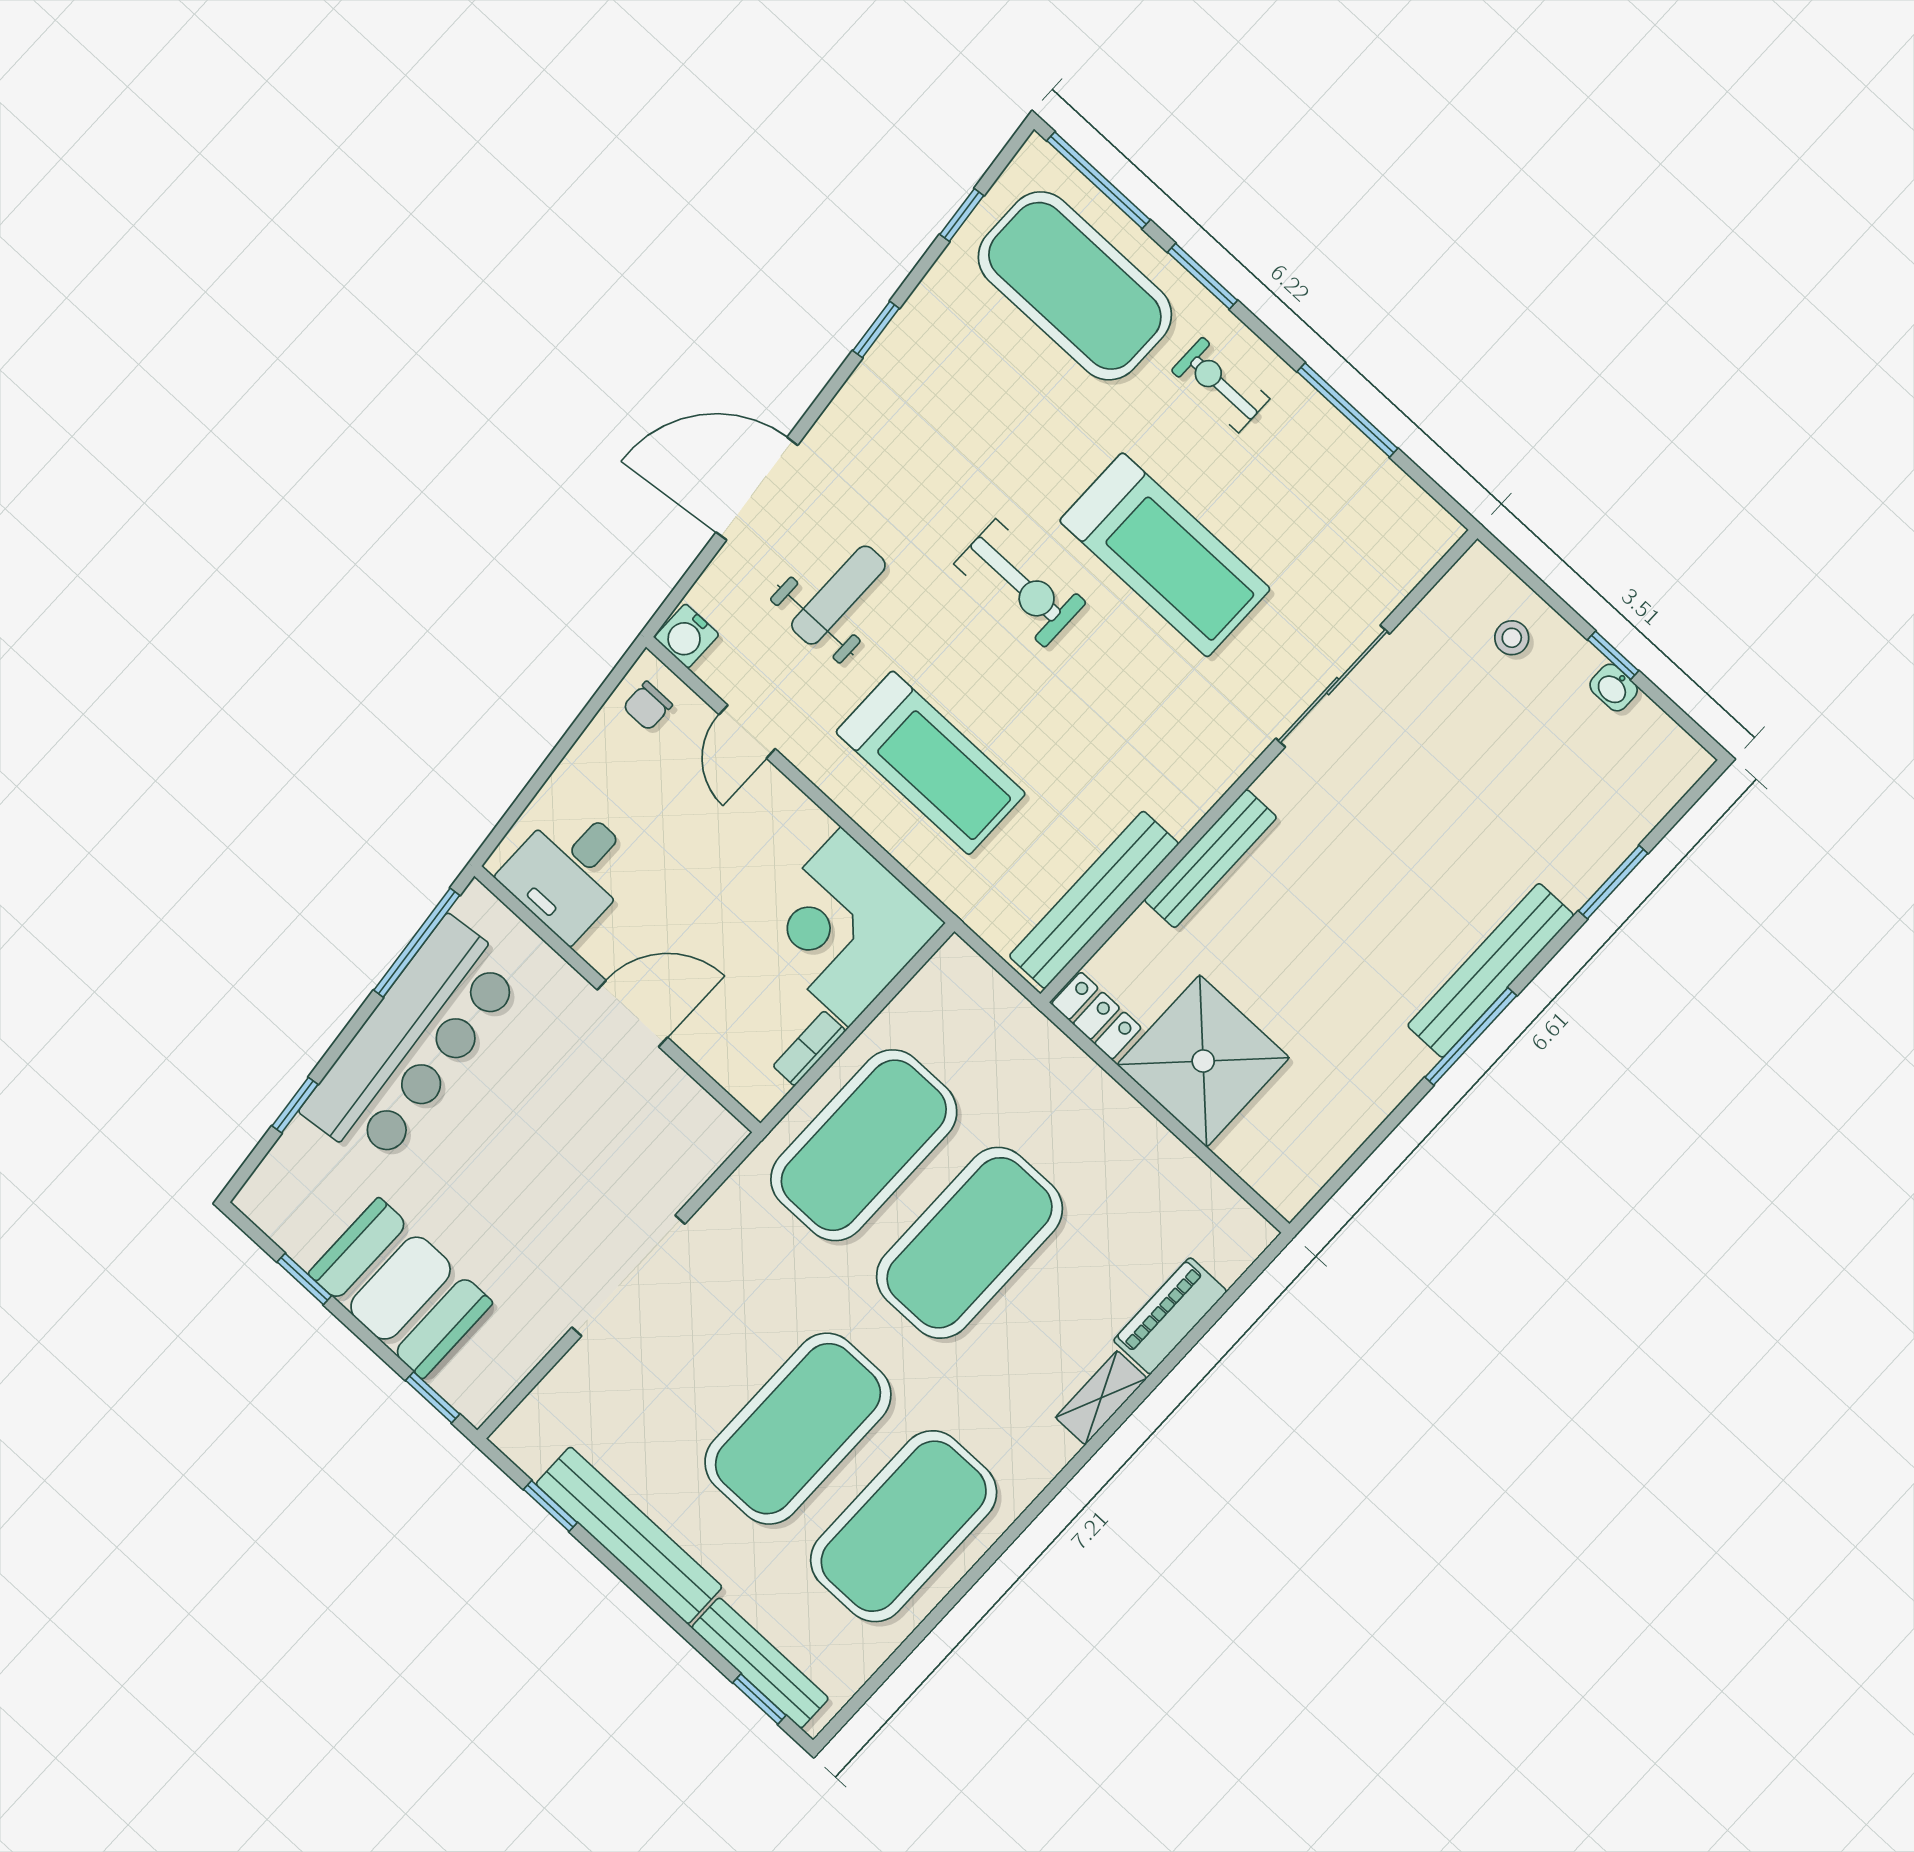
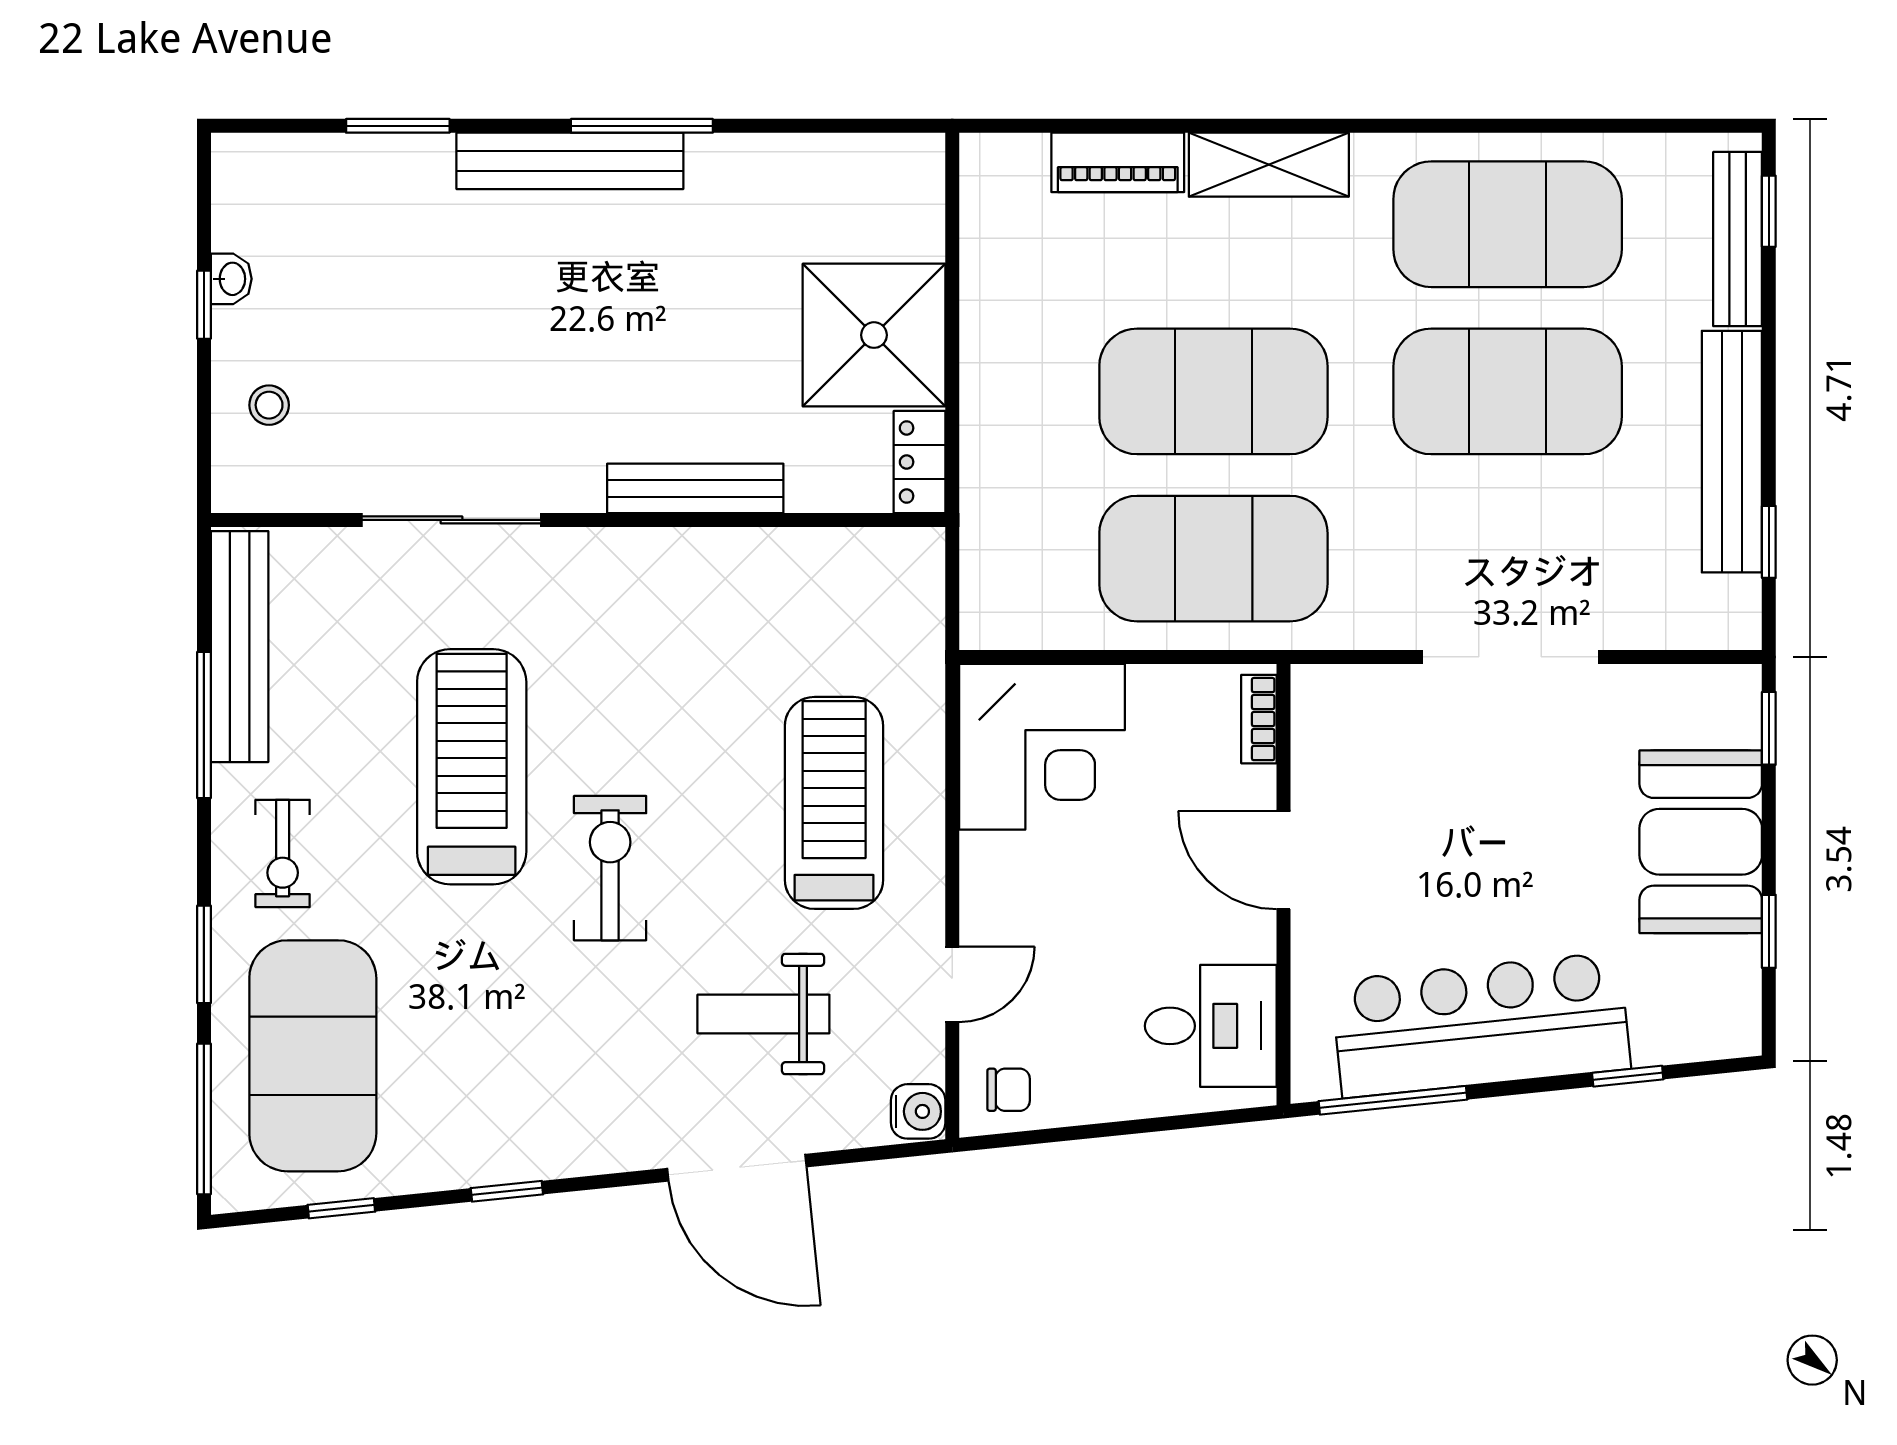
bench: (1094, 900) -> (240, 647), moved, turned 90
bookcase: (809, 1048) -> (1259, 719), moved, turned 90
shelving: (1101, 1398) -> (1269, 165), width x1.50, depth x1.33

